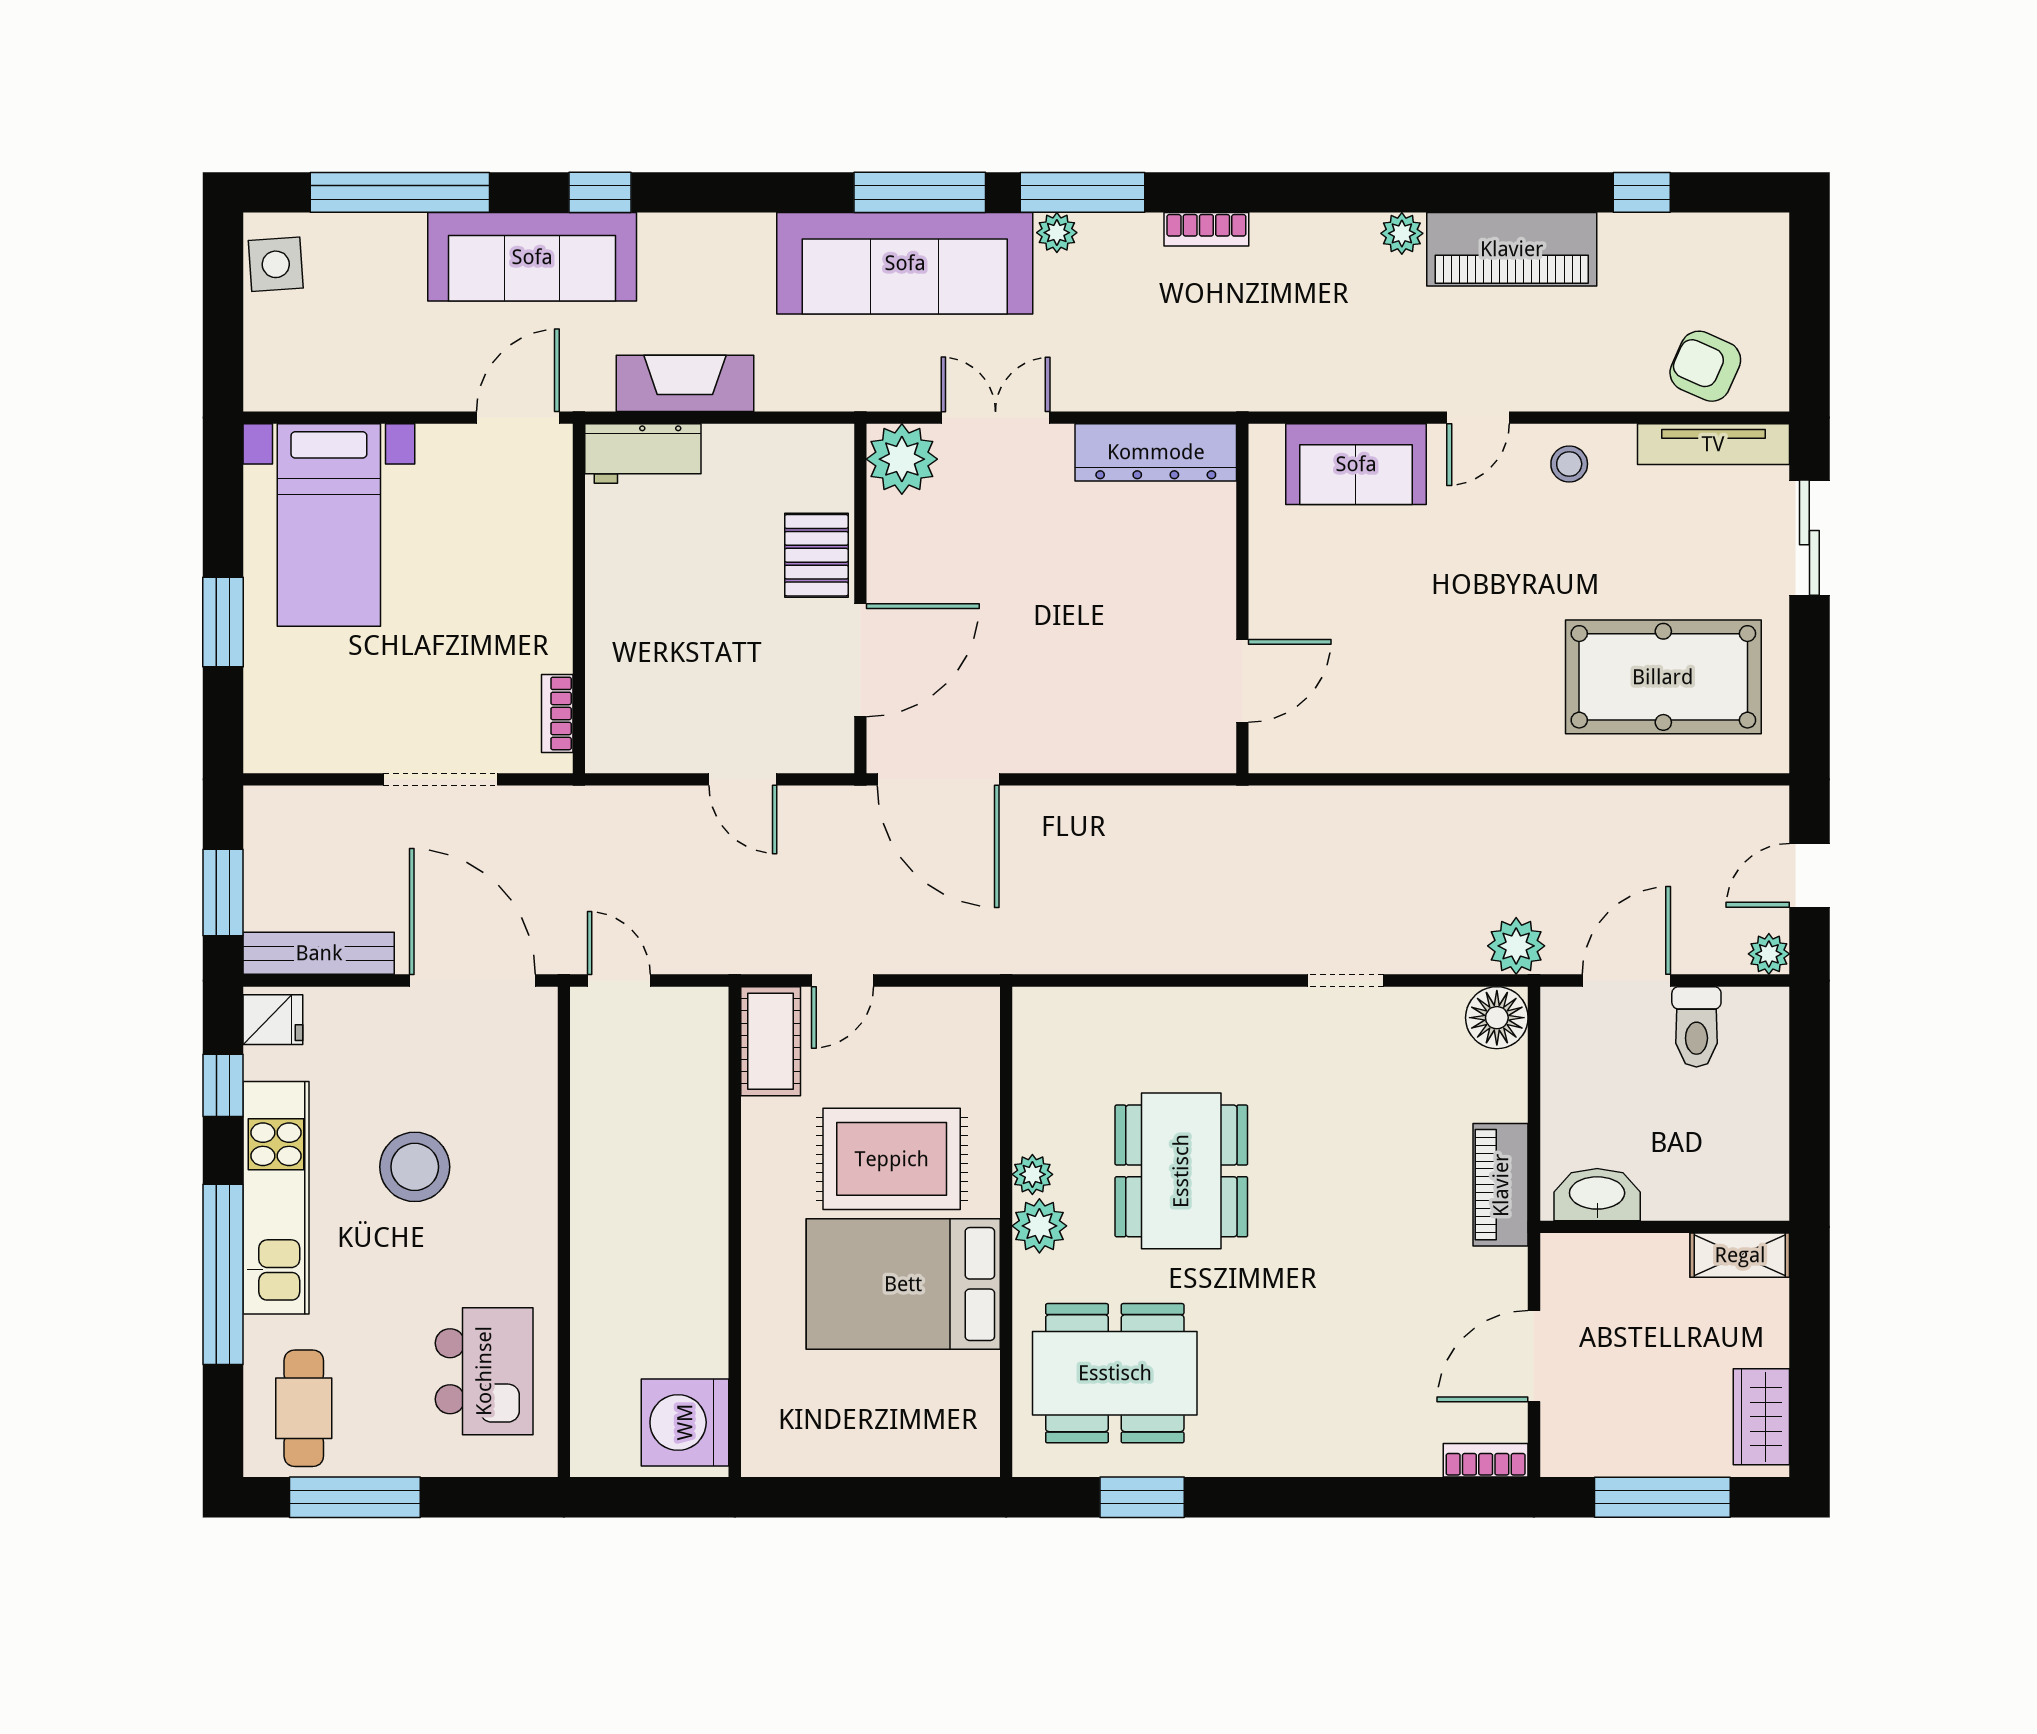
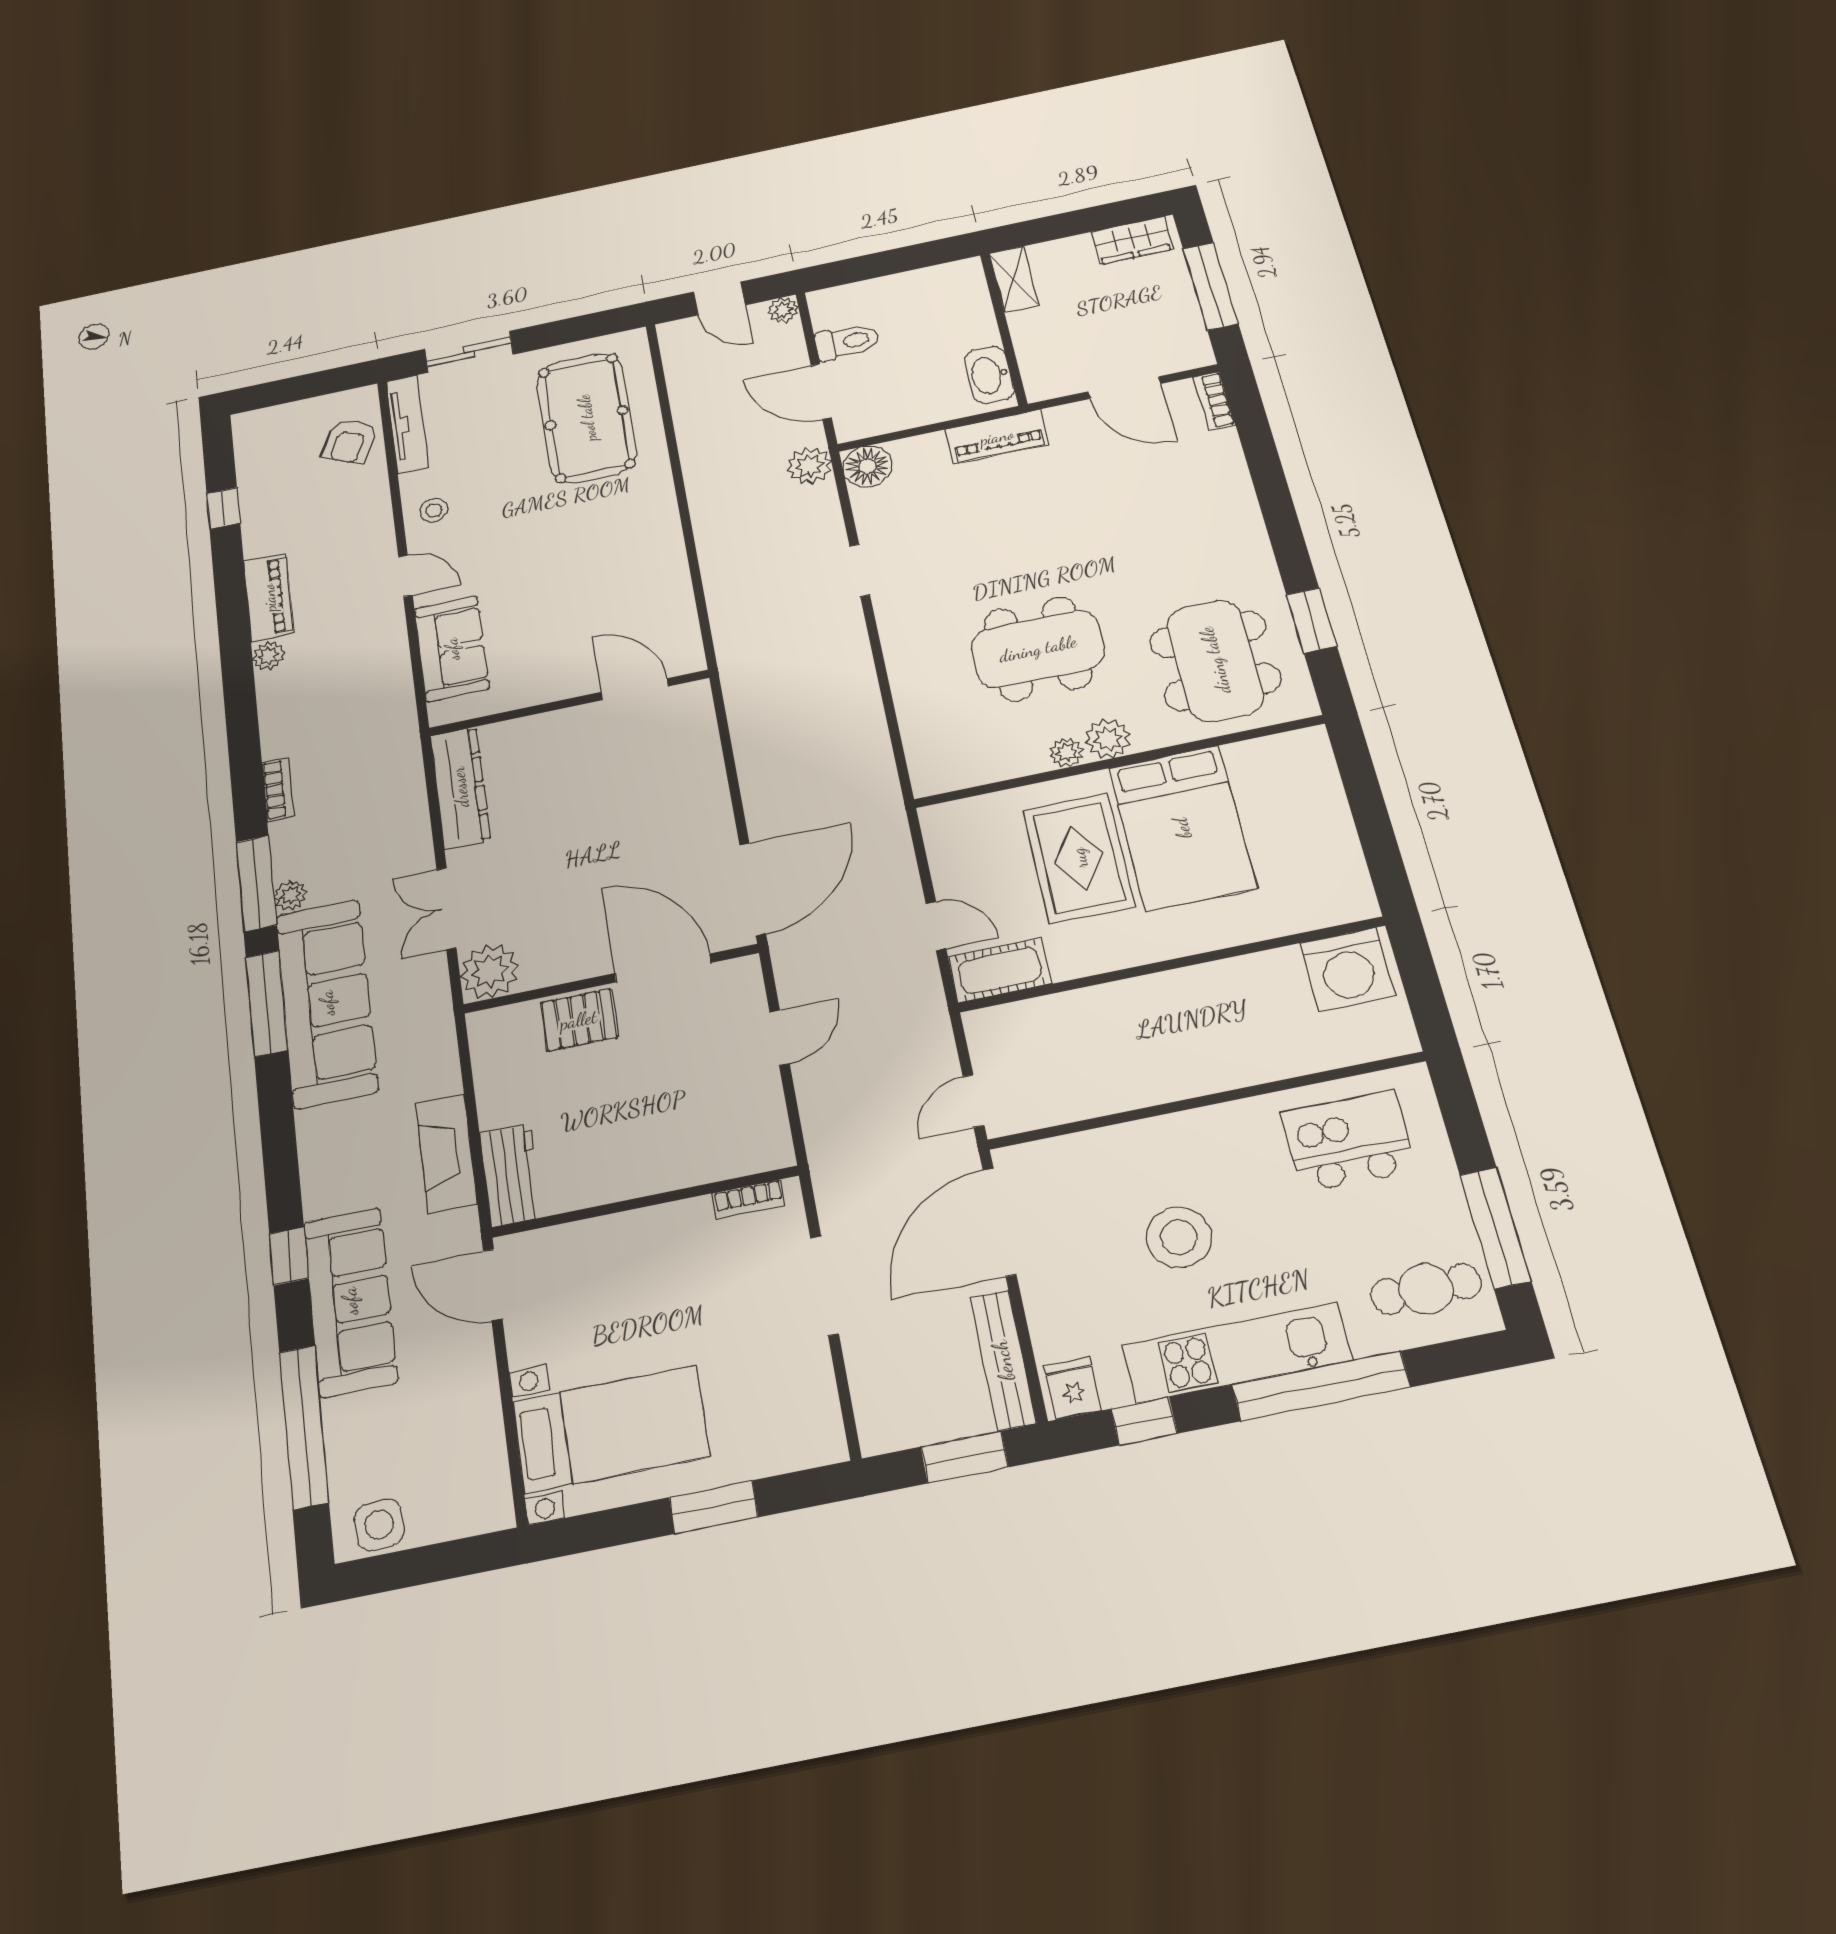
piano: (1512, 249) -> (269, 598), width x0.73, depth x0.75

